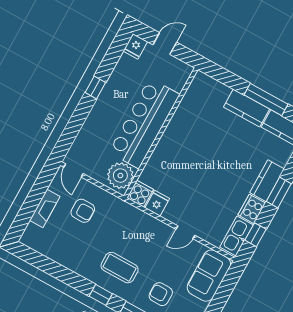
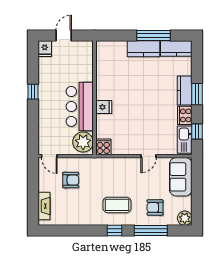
bar counter: (144, 123) -> (80, 106), width x0.73
fridge: (157, 203) -> (104, 107), moved, turned 90
fireplace: (45, 208) -> (44, 206), moved

